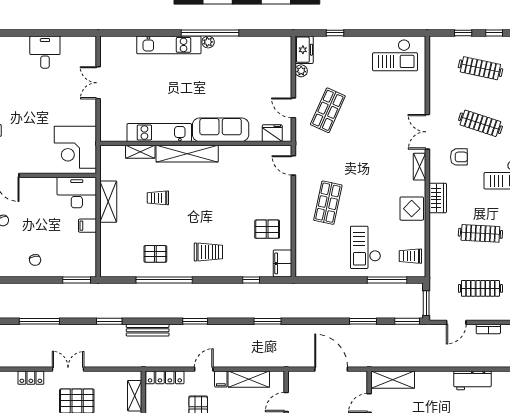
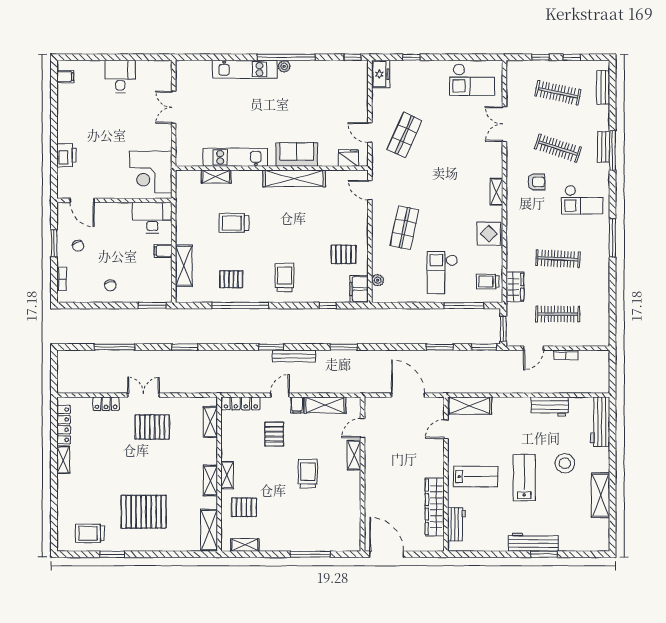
window: (276, 33) -> (353, 57), added
plant: (301, 71) -> (378, 280), moved
sofa: (221, 130) -> (297, 154), width x0.73
double door: (427, 132) -> (504, 124), moved
shelving: (187, 154) -> (294, 178), moved
trolley: (158, 198) -> (234, 223), width x1.36, depth x1.39
wardrobe: (438, 198) -> (515, 287), moved
shelving: (108, 202) -> (184, 266), moved
trolley: (208, 252) -> (284, 277), turned -90
bench: (148, 330) -> (294, 356), moved

